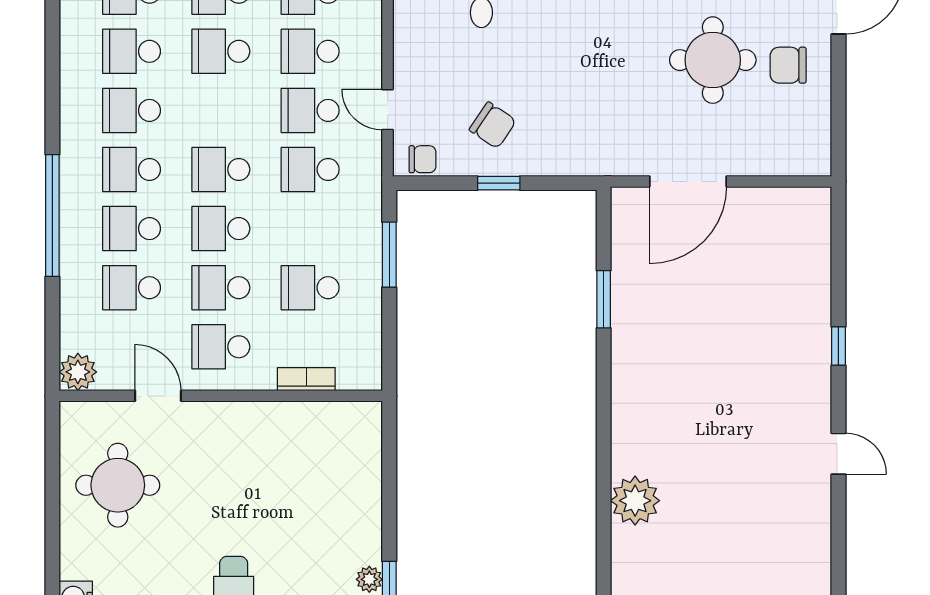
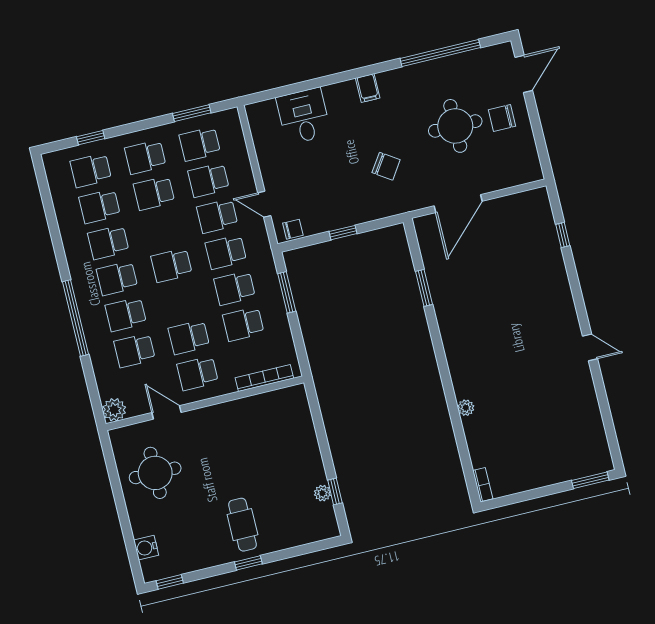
chair: (493, 125) -> (386, 166), moved
school desk: (221, 229) -> (235, 288), moved
window: (838, 346) -> (563, 235), moved
bookcase: (306, 379) -> (264, 378), width x1.56
plant: (635, 501) -> (466, 408), width x0.53, depth x0.53

